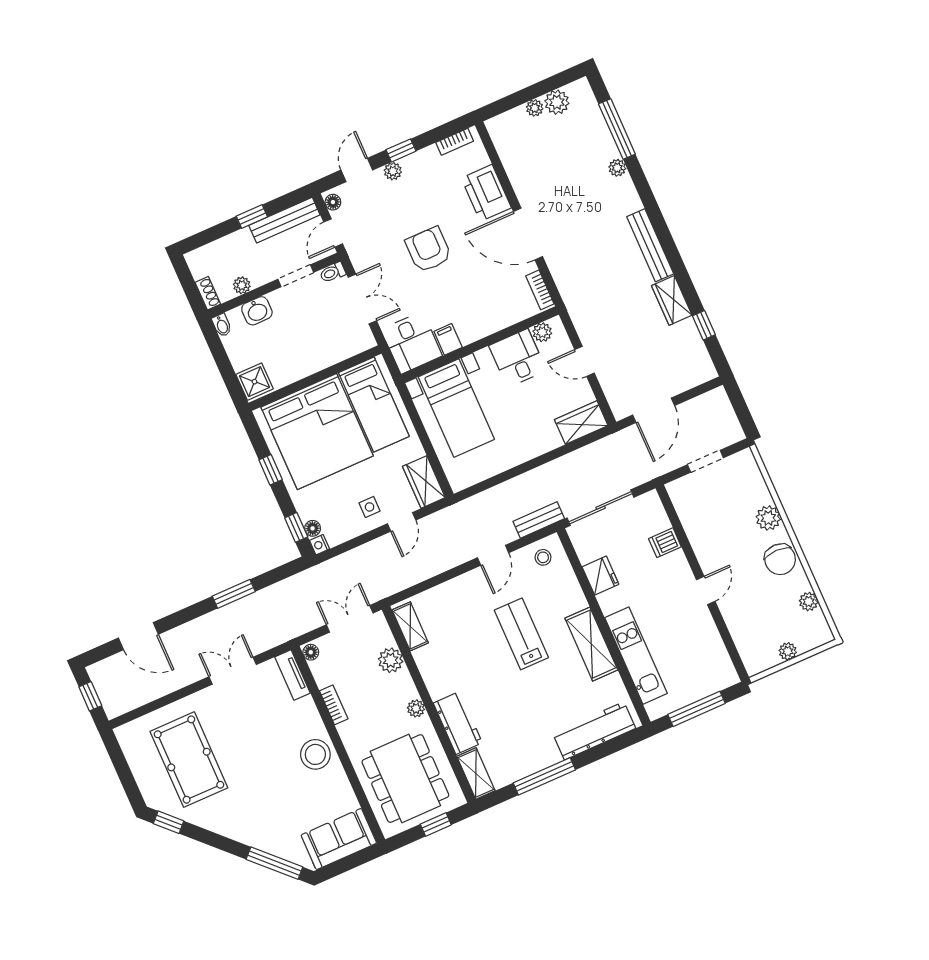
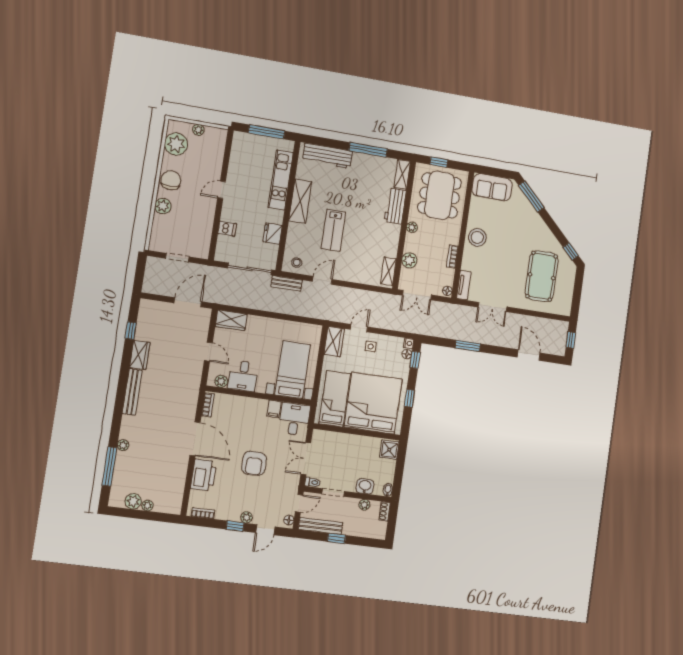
plant: (809, 602) -> (176, 144), width x1.88, depth x1.88

